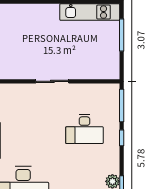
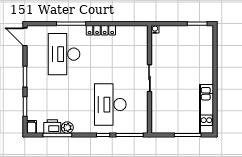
desk: (84, 129) -> (110, 105), width x1.36, depth x1.30

